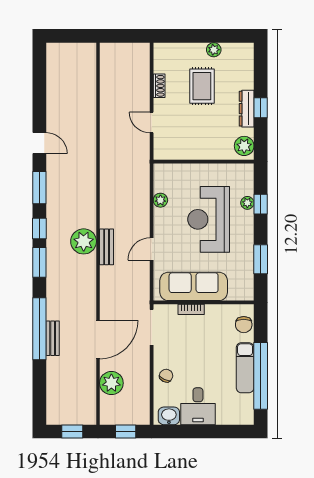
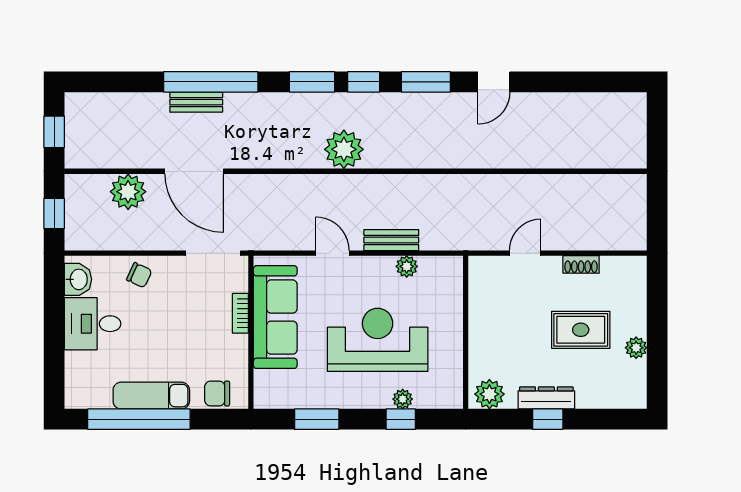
bench: (107, 247) -> (391, 240), moved

